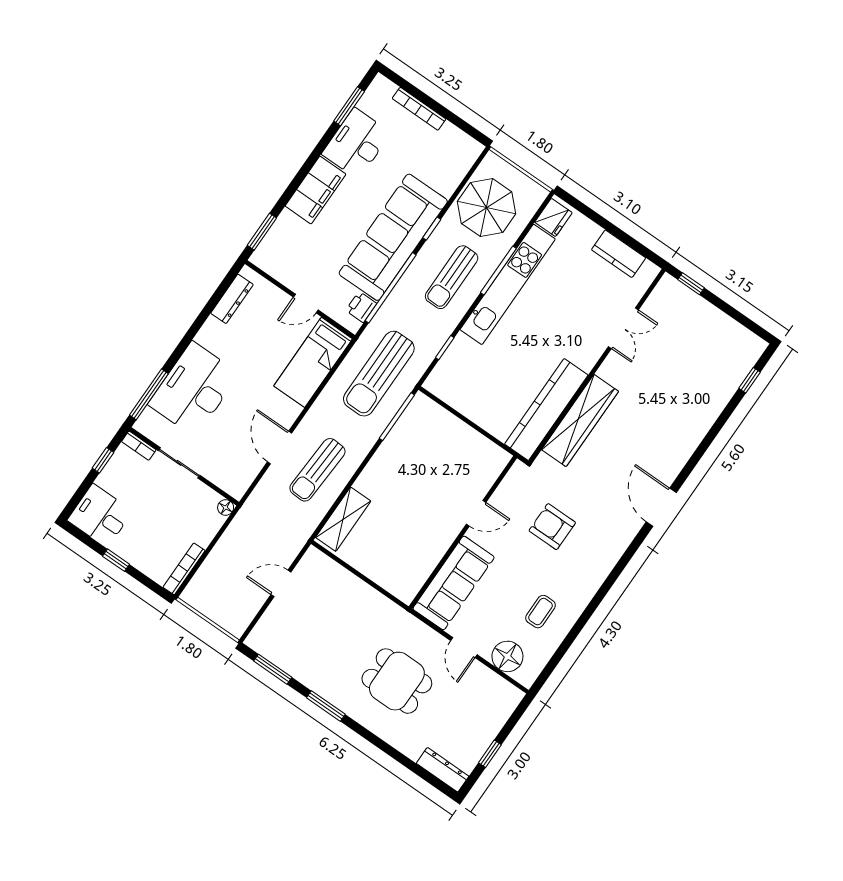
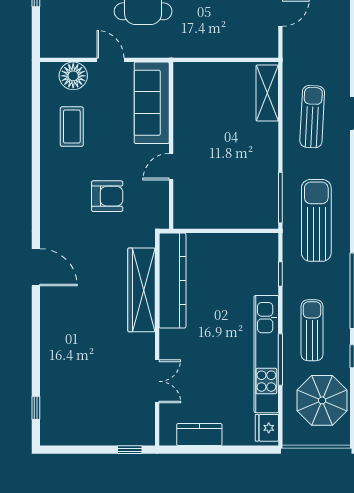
double door: (623, 328) -> (157, 381), swing flipped
coffee table: (541, 612) -> (72, 127), width x1.36, depth x1.30

